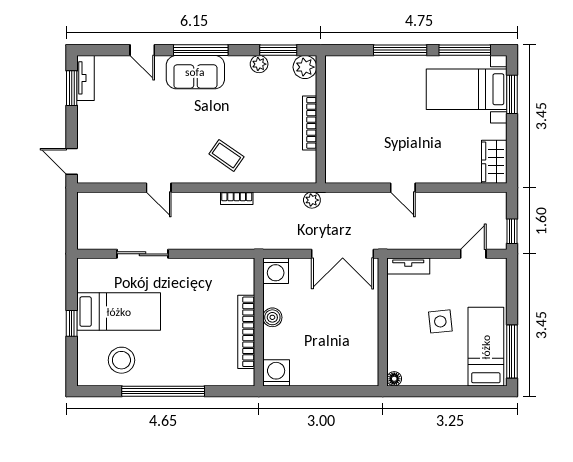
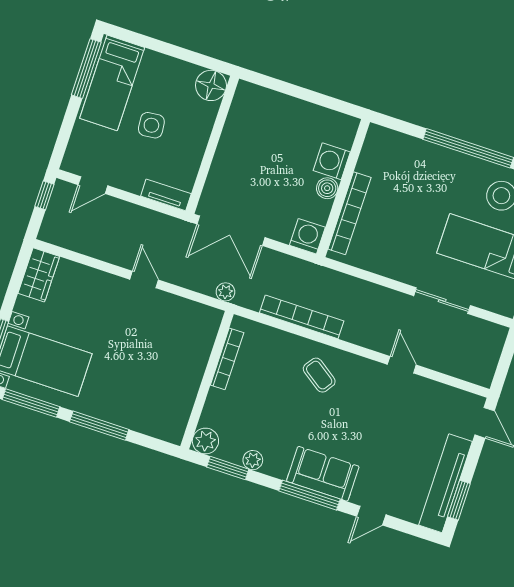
door: (142, 50) -> (371, 516), swing flipped
tv unit: (85, 78) -> (446, 483), width x1.92, depth x1.29
bookcase: (310, 123) -> (227, 359), moved
bookcase: (237, 198) -> (302, 317), width x2.31, depth x1.31
plant: (312, 200) -> (225, 292), moved
double door: (343, 254) -> (231, 231), swing flipped
bookcase: (246, 332) -> (349, 213), moved
washing machine: (276, 373) -> (332, 161), moved, turned 90
floor lamp: (394, 379) -> (211, 85), width x1.89, depth x1.89

